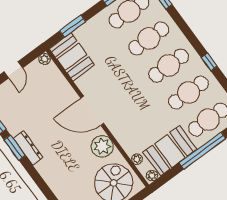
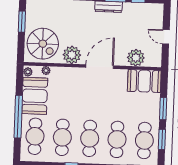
window: (73, 26) -> (163, 109), moved
plant: (45, 59) -> (136, 58), moved, width x1.87, depth x1.87

